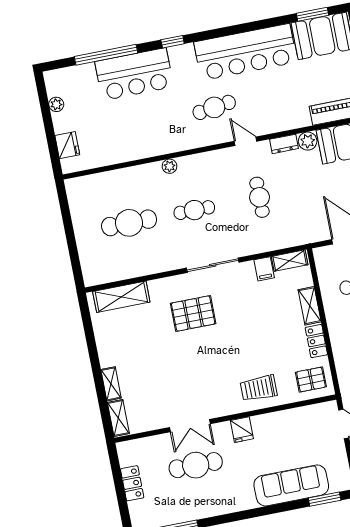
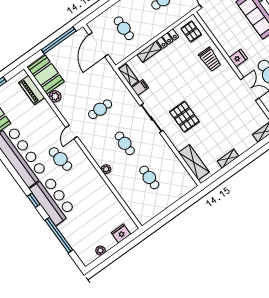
bar counter: (134, 74) -> (53, 200), moved
dresser: (284, 144) -> (63, 109), removed
cafe table: (129, 223) -> (149, 177), width x0.73, depth x0.74
shelving: (111, 384) -> (228, 159), moved

